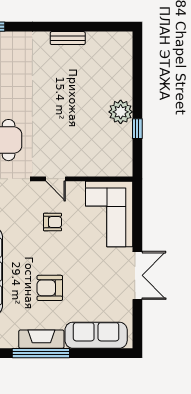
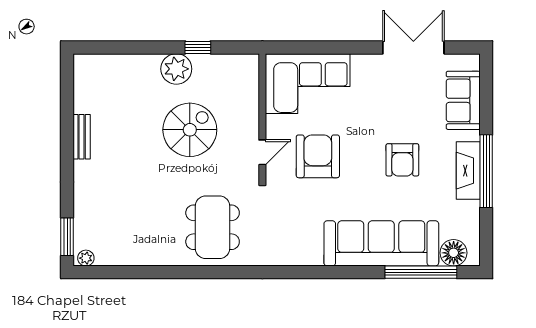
spiral stairs: (73, 122) -> (190, 130), added
armchair: (53, 222) -> (318, 156), width x1.88, depth x1.88
double door: (137, 275) -> (413, 47), moved
sofa: (96, 335) -> (463, 100), width x0.73

